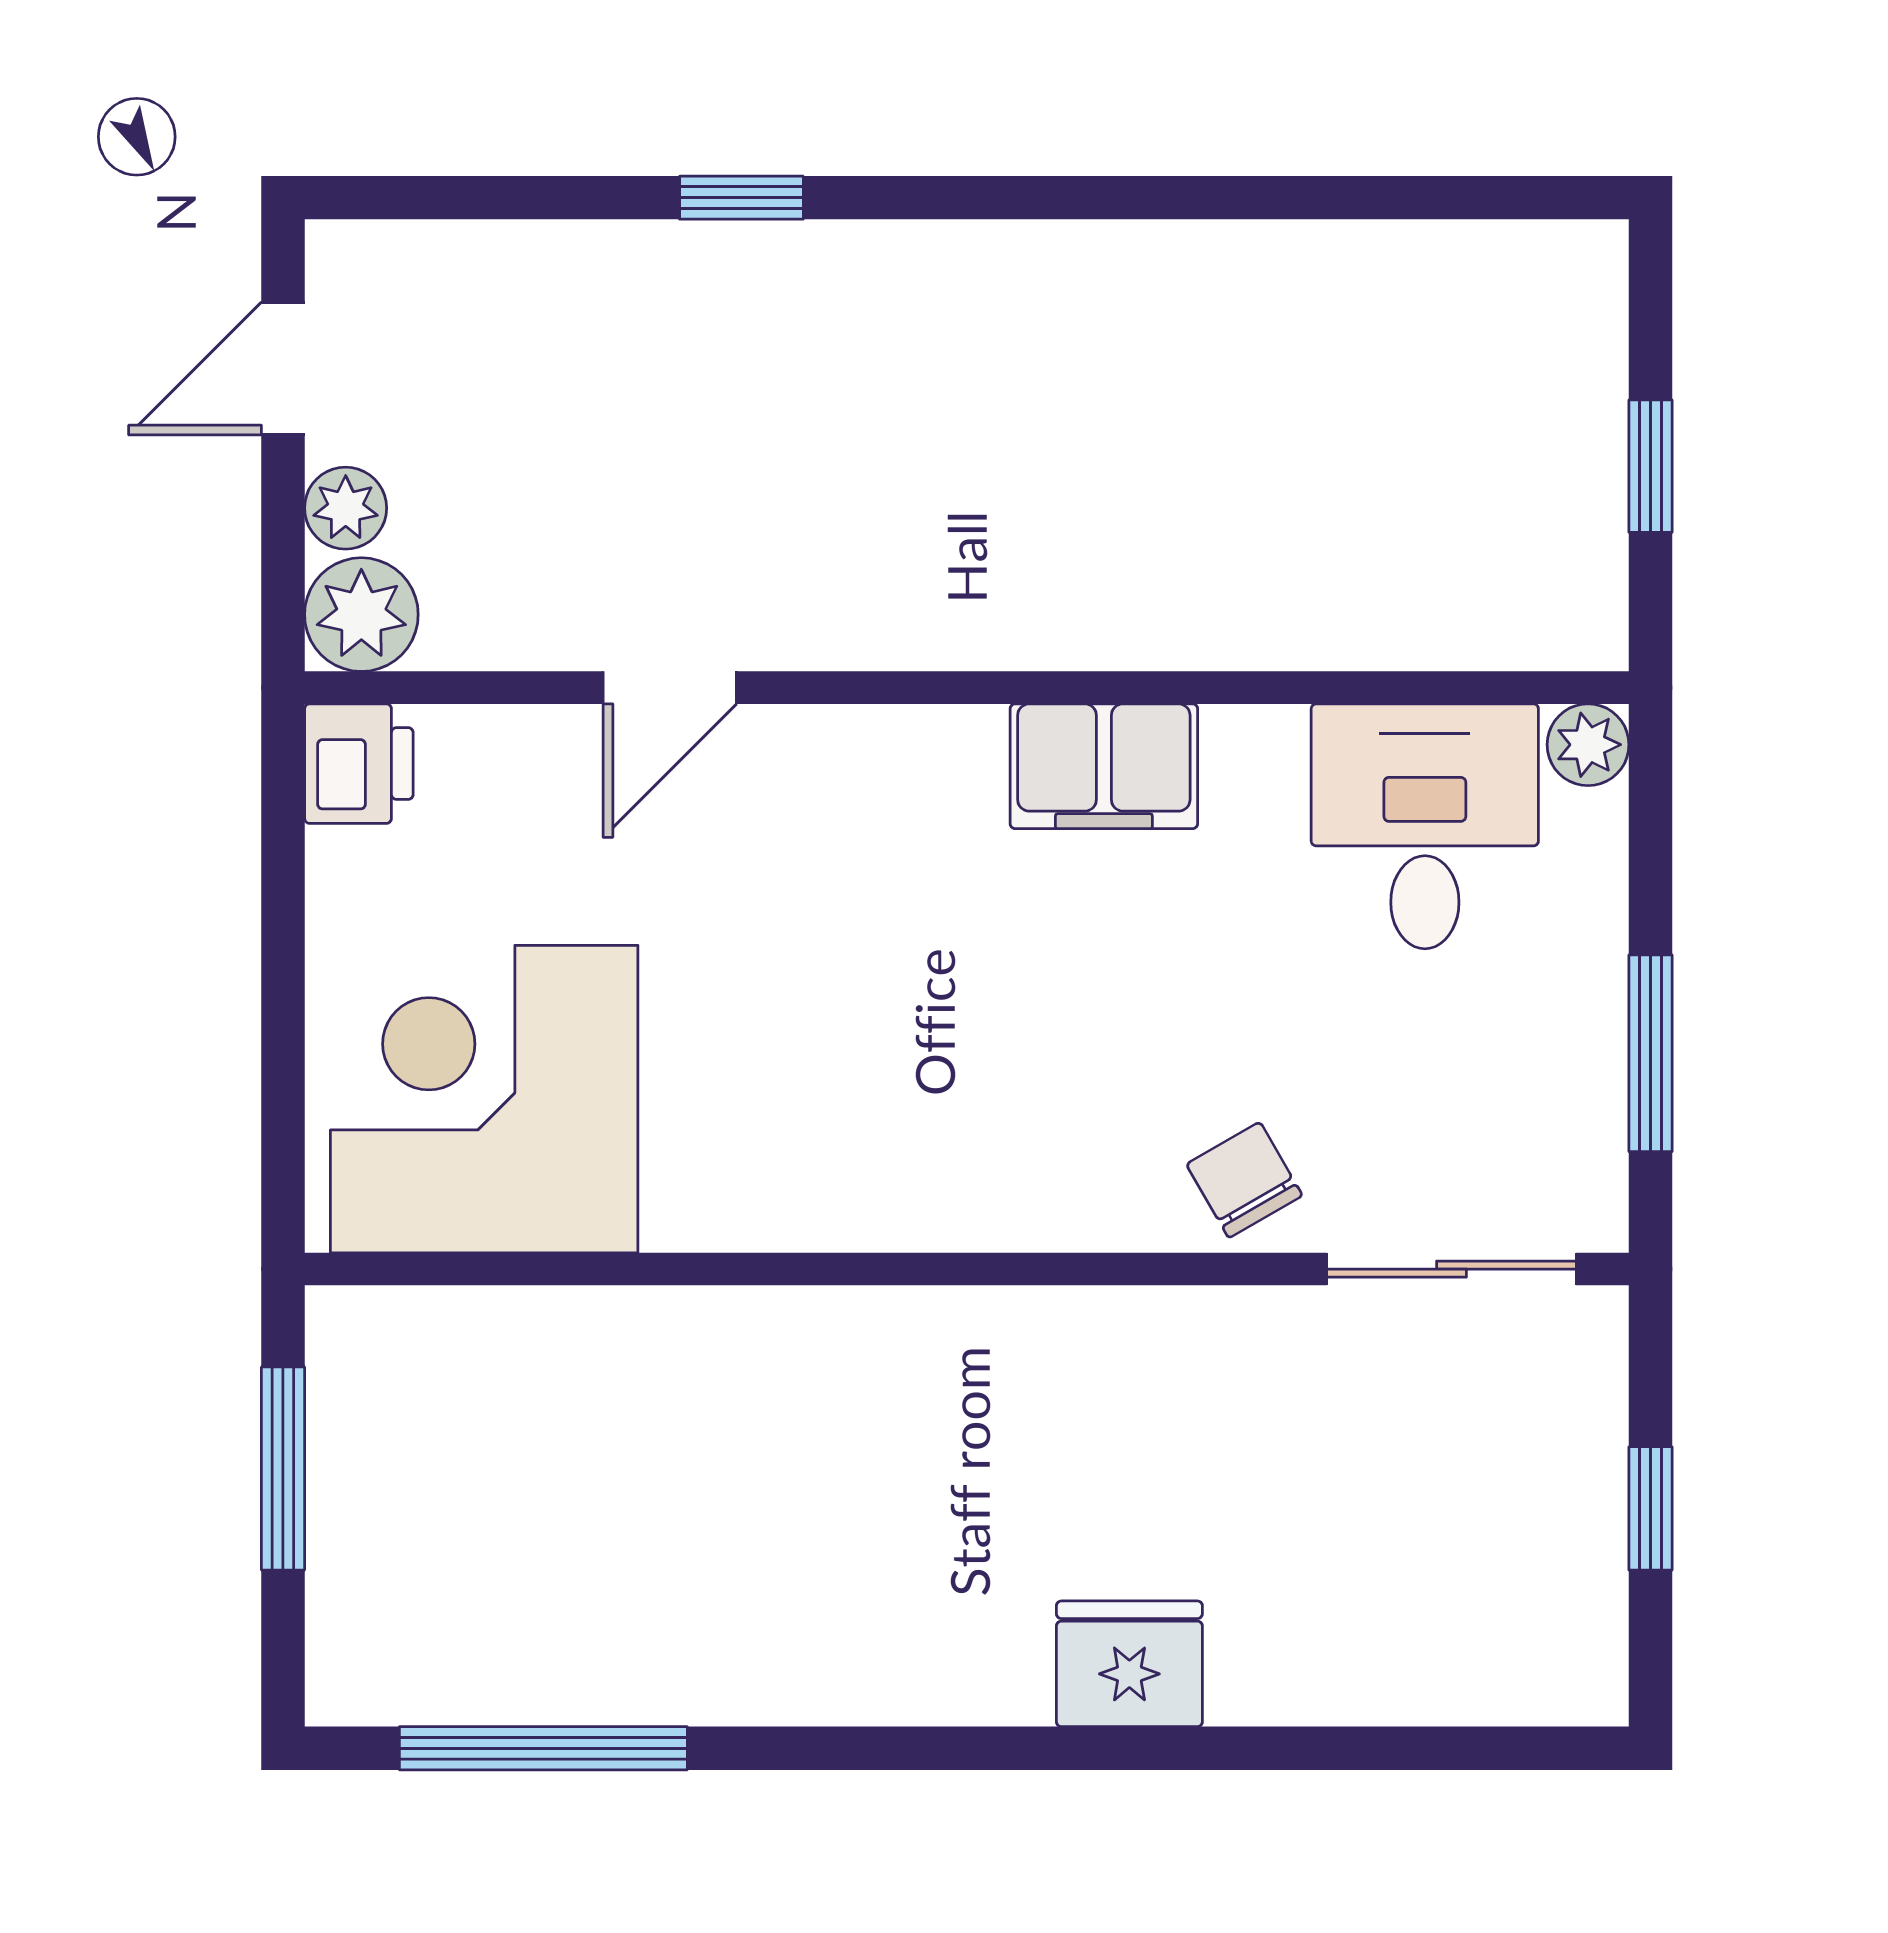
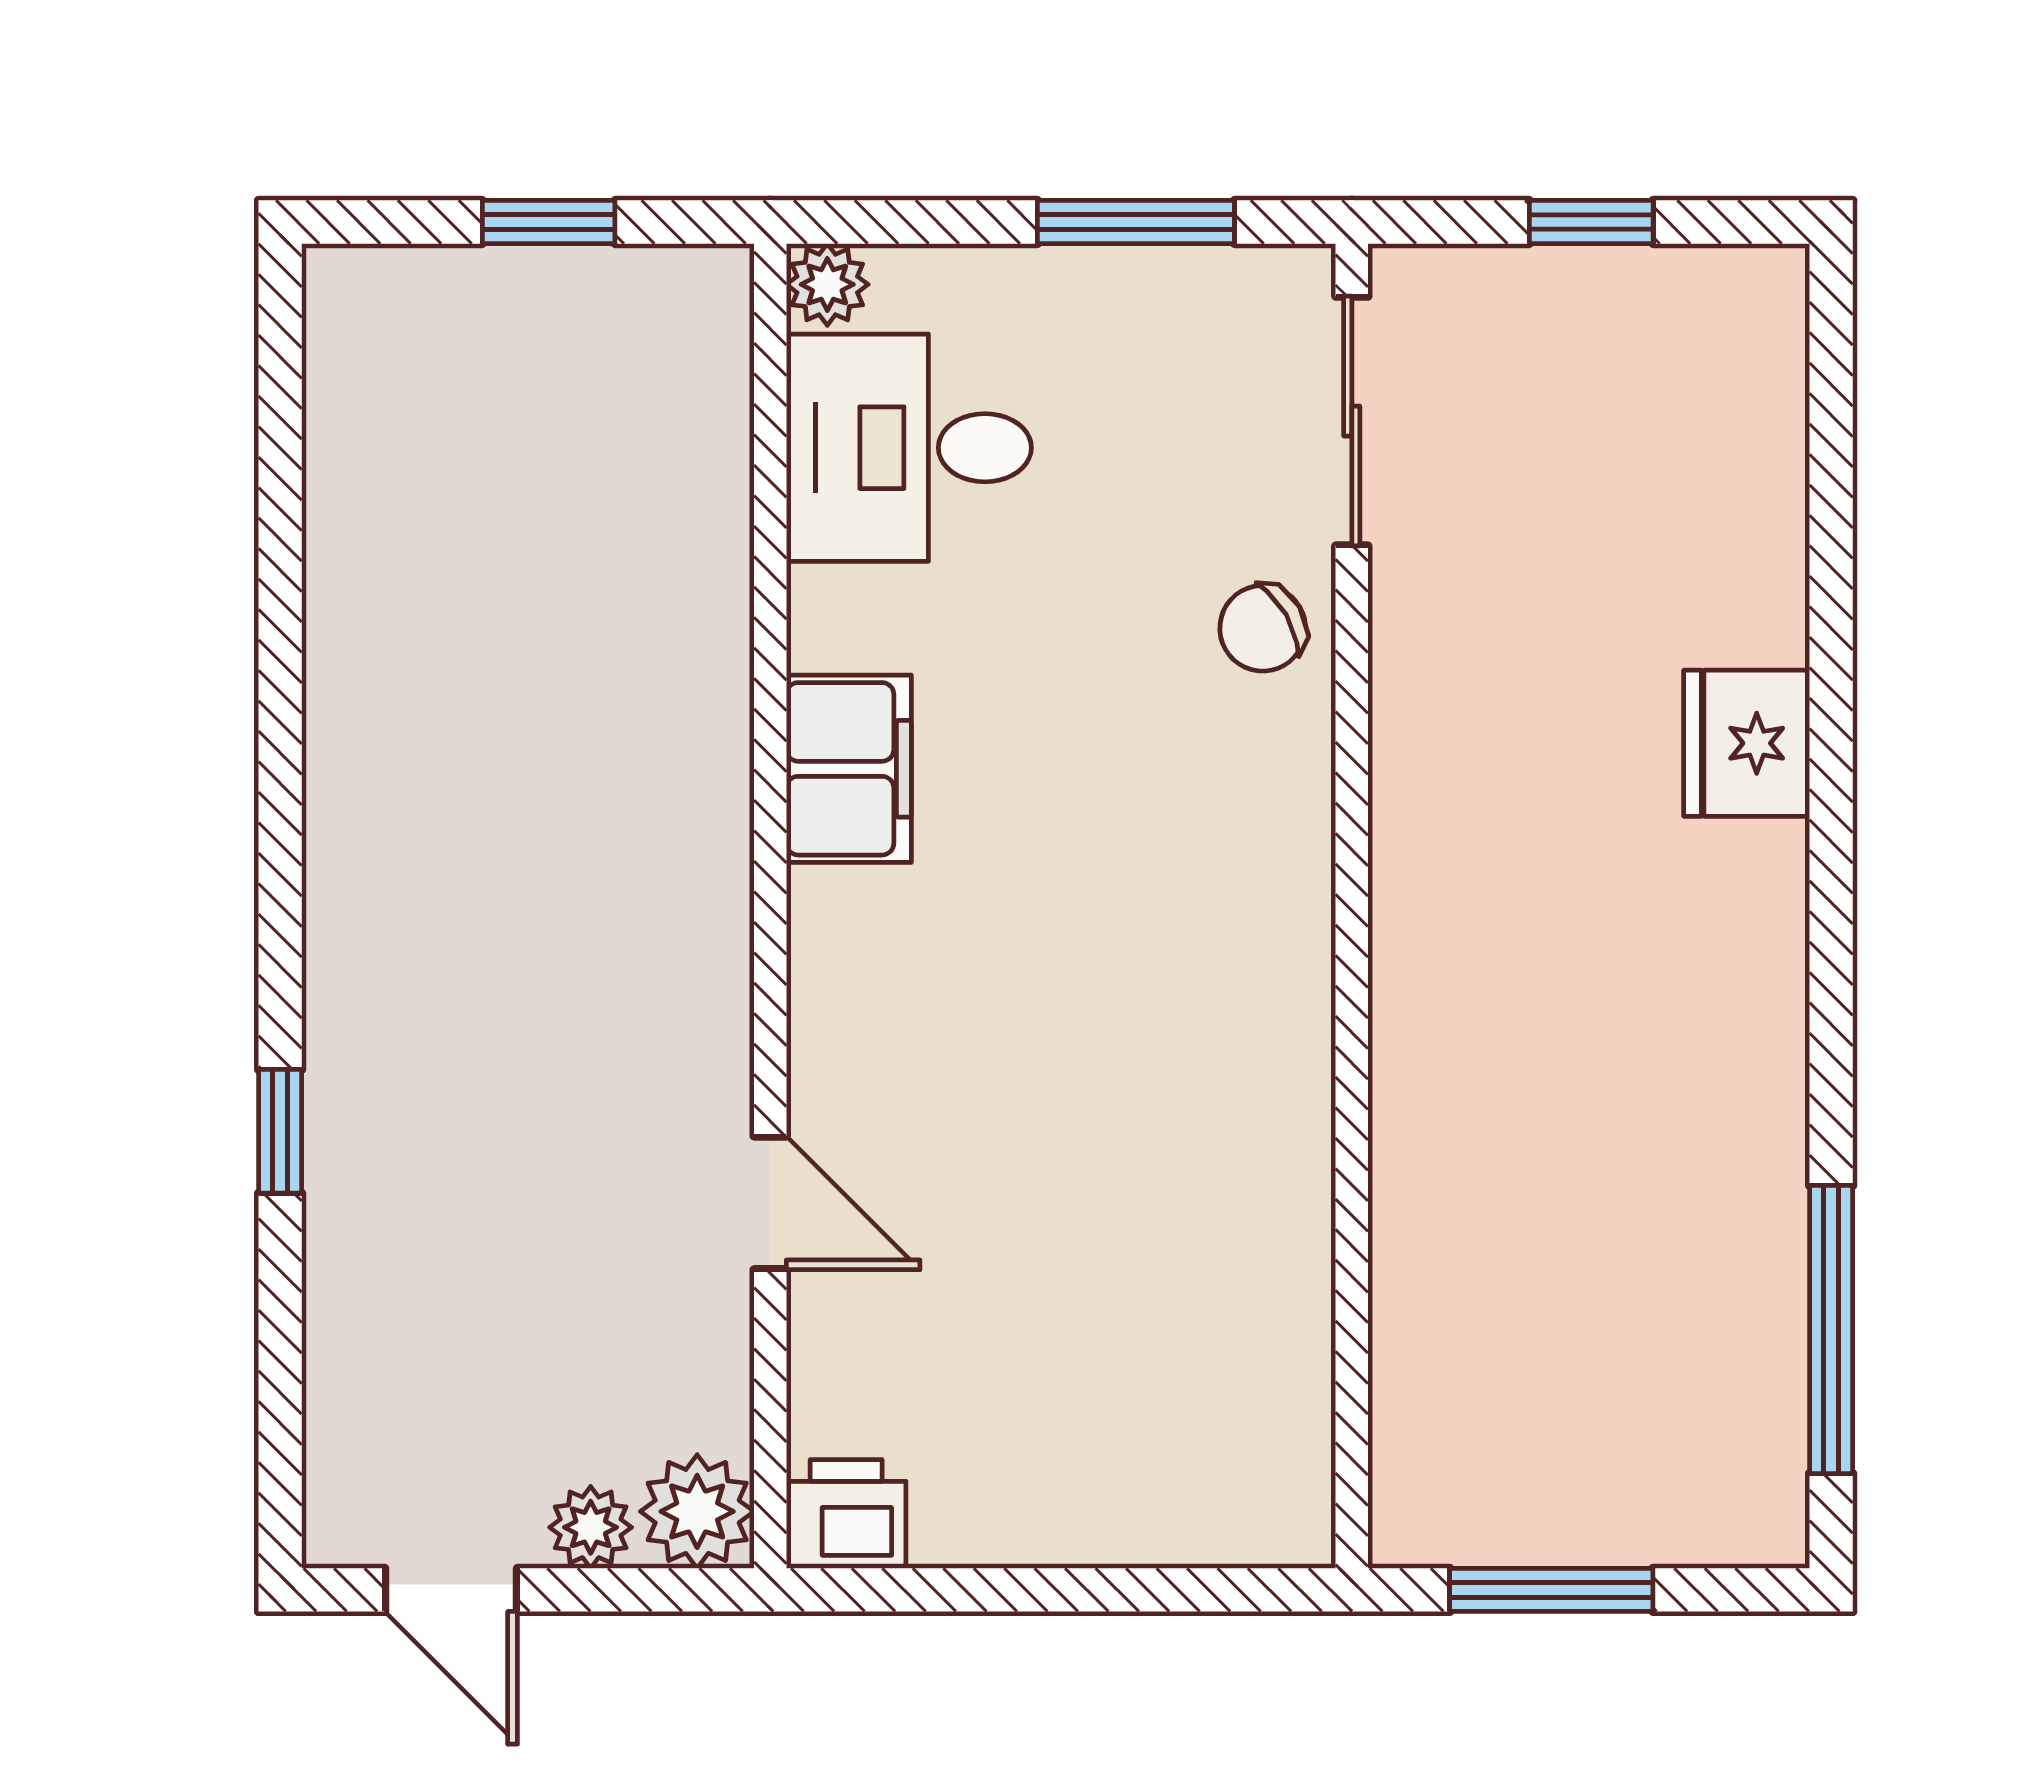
corner desk: (484, 1099) -> (1182, 1389), removed

